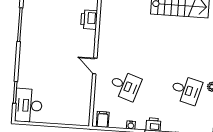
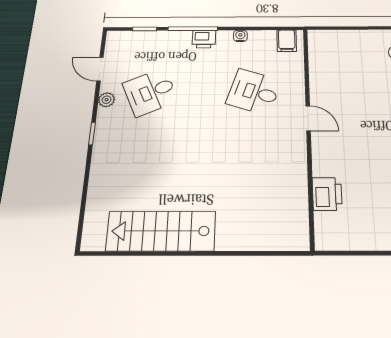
desk: (186, 90) -> (150, 92), turned -39

